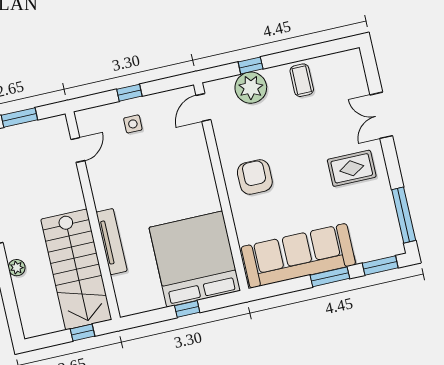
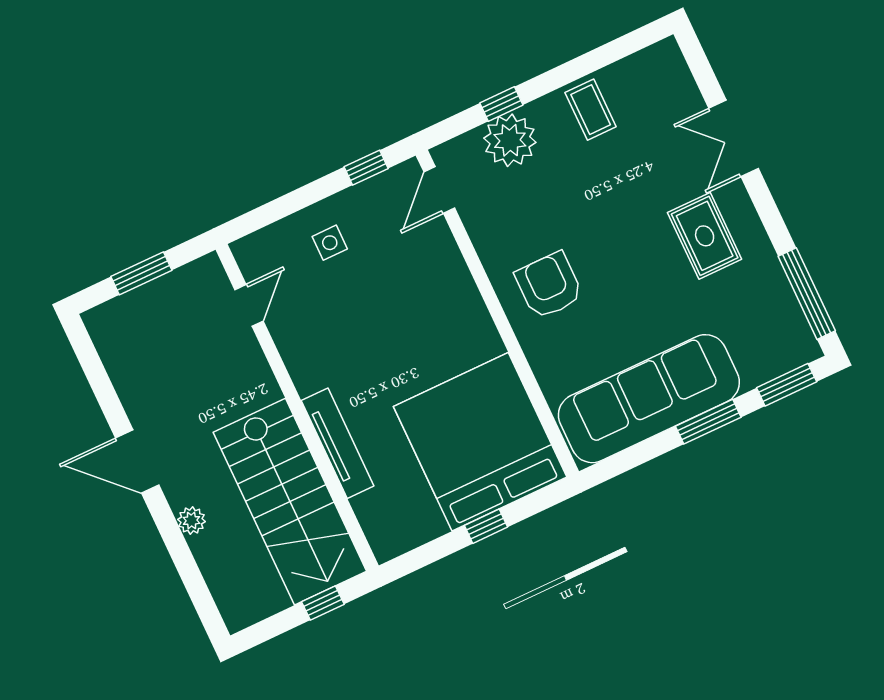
window: (129, 93) -> (366, 168), moved
rug: (352, 168) -> (705, 236), turned 90

